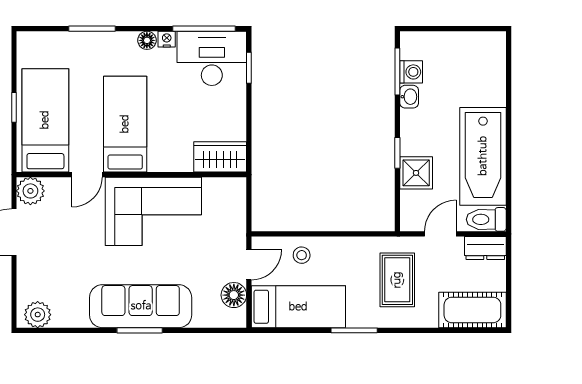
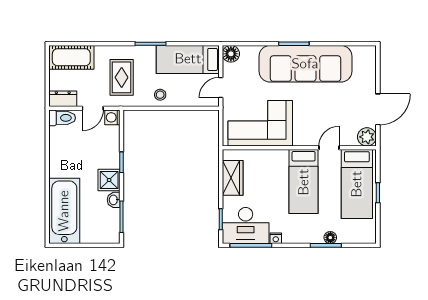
floor lamp: (147, 40) -> (330, 238), moved
washing machine: (411, 72) -> (112, 117), moved
bathtub: (483, 156) -> (64, 211), moved
wardrobe: (220, 157) -> (233, 178), moved, turned -90
shower: (416, 173) -> (109, 180), moved
corner sofa: (153, 211) -> (260, 123), moved
stool: (302, 255) -> (160, 95), moved
floor lamp: (234, 295) -> (231, 54), moved
sofa: (141, 306) -> (305, 64), width x1.36, depth x1.27
plant: (38, 315) -> (362, 54), removed

